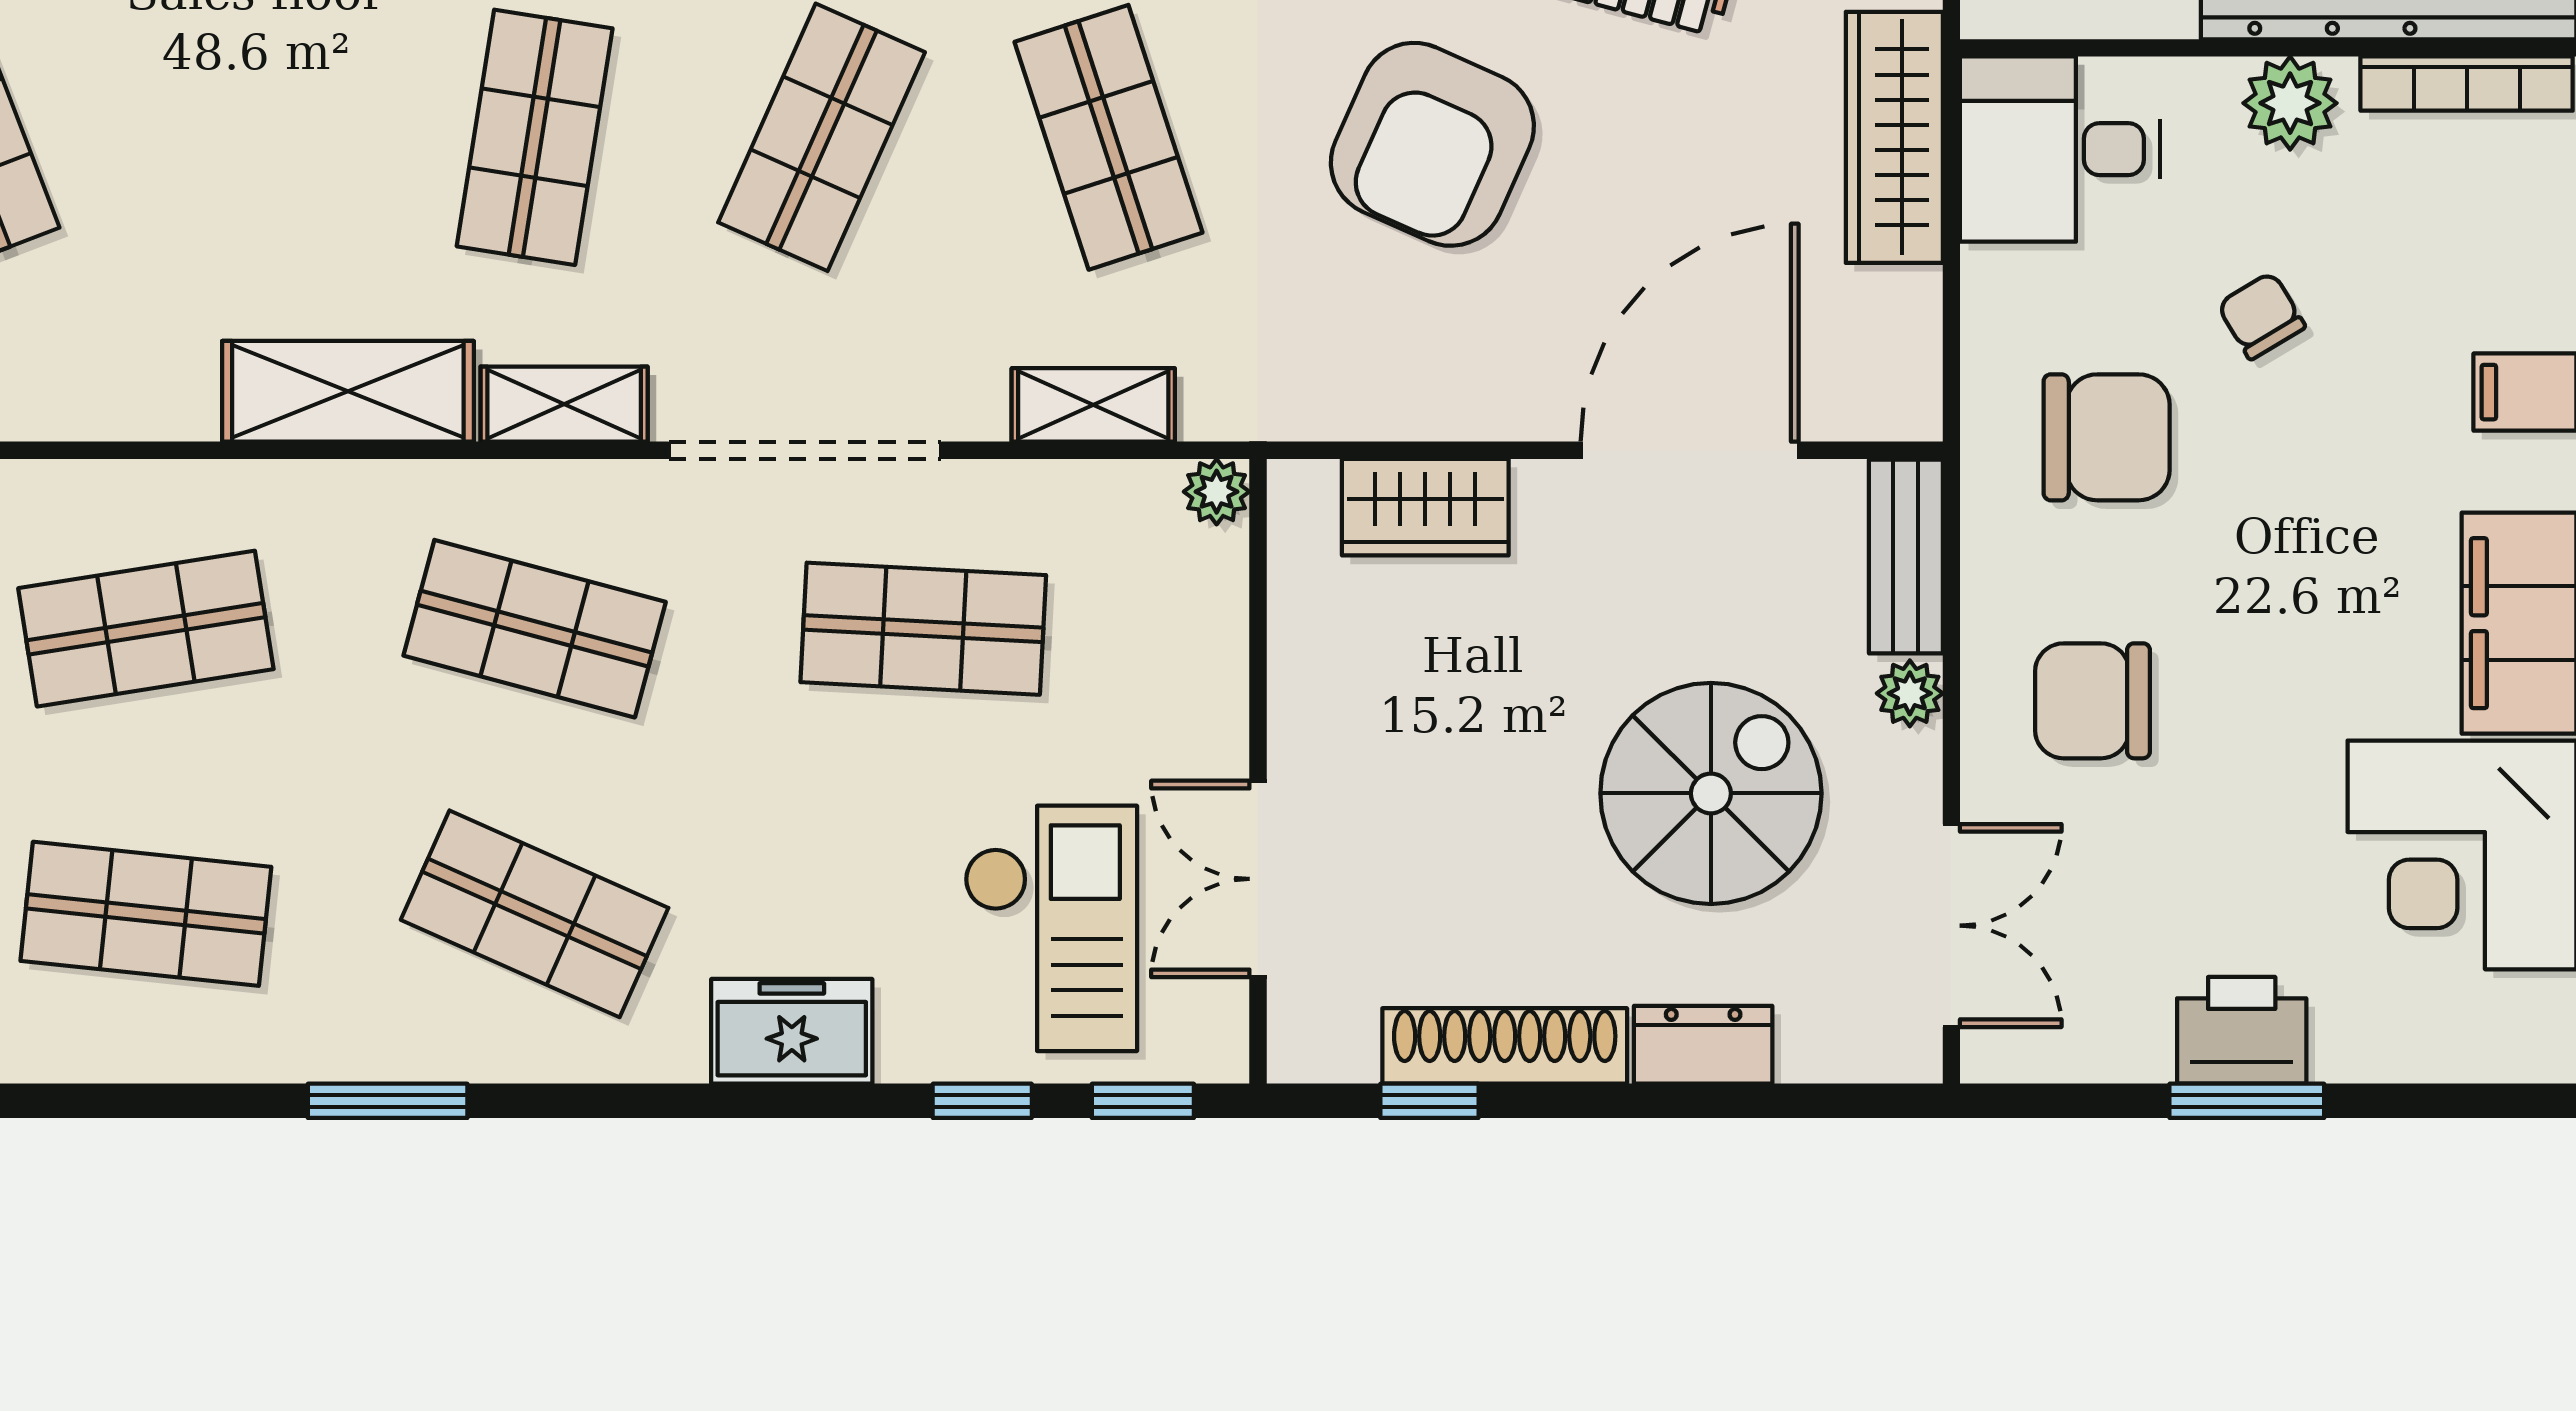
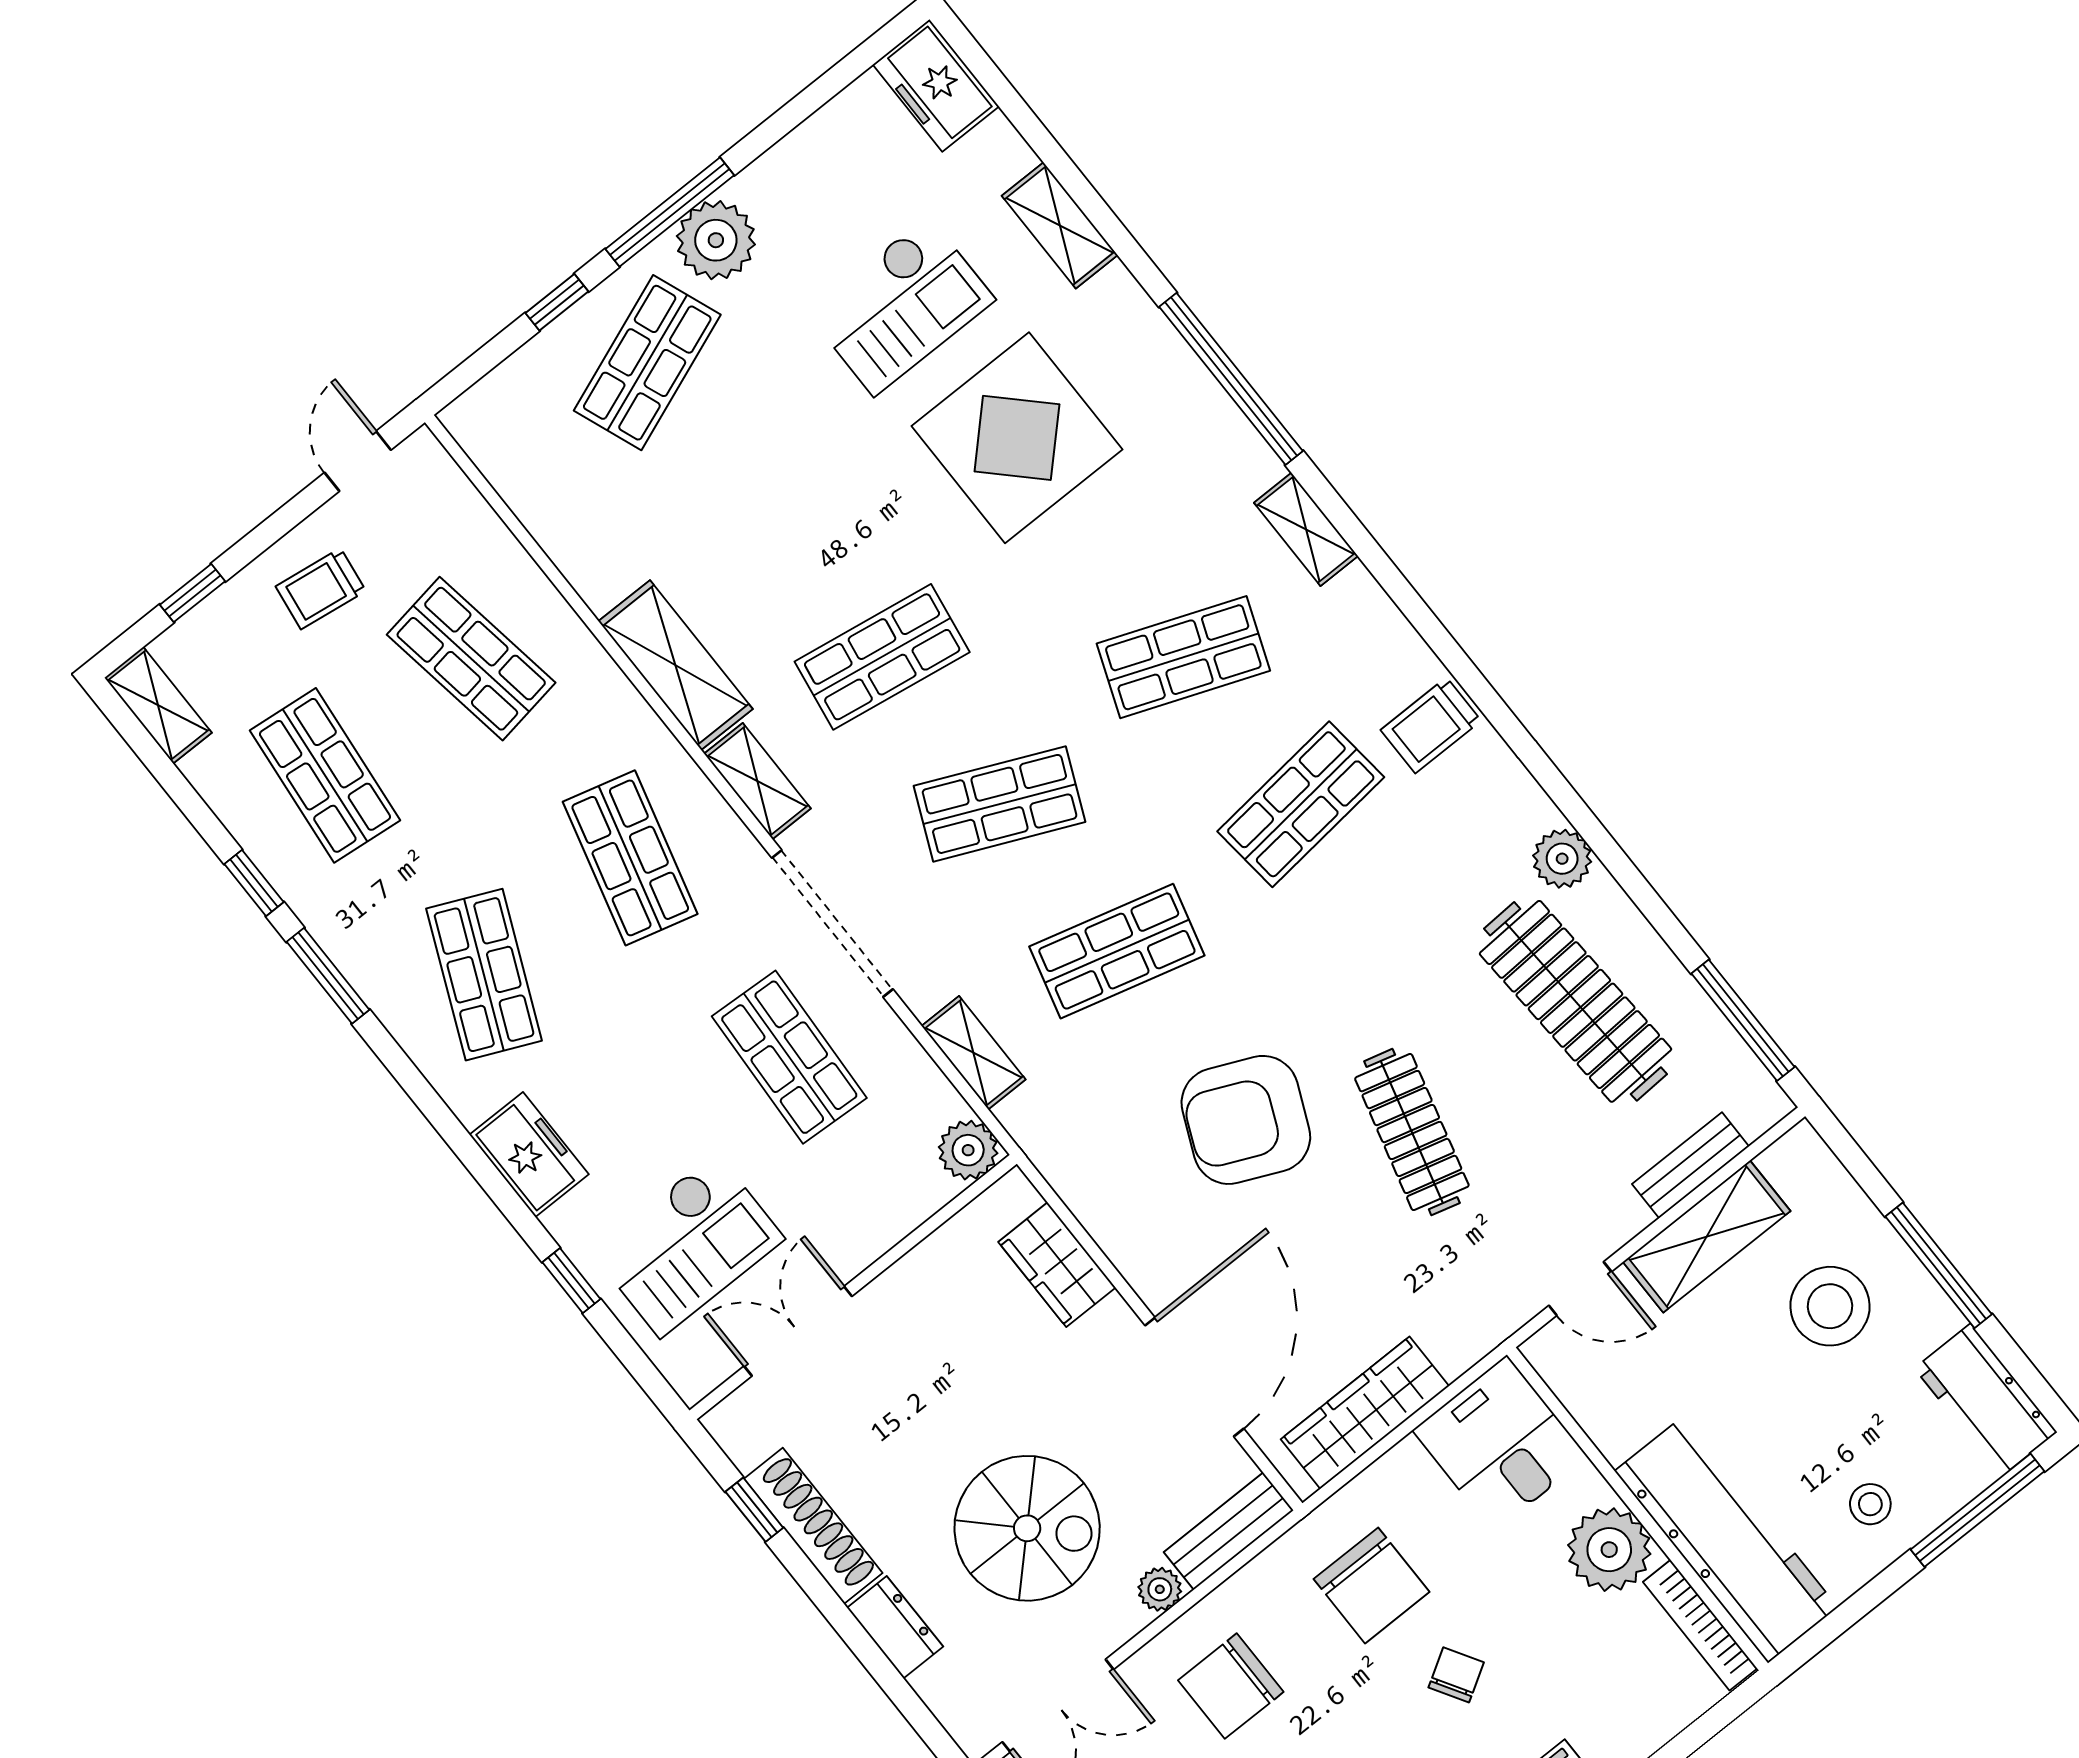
plant: (2290, 103) -> (1609, 1550), width x1.36, depth x1.36
shop shelf: (1109, 137) -> (1117, 951), turned 33
wardrobe: (1894, 137) -> (1365, 1413), moved
chair: (2261, 316) -> (1456, 1675), moved
door: (1690, 450) -> (1194, 1377), hinge flipped
plant: (1217, 492) -> (968, 1150), width x1.38, depth x1.38
chair: (2093, 701) -> (1231, 1686), turned -90
window: (1143, 1101) -> (254, 883), moved

